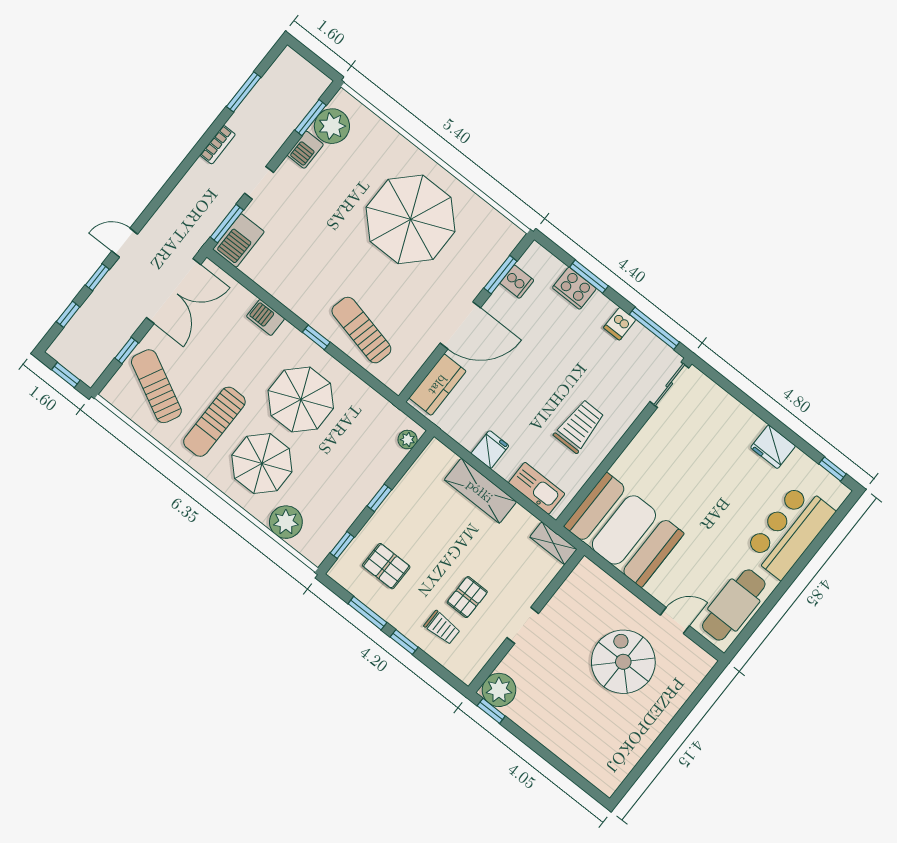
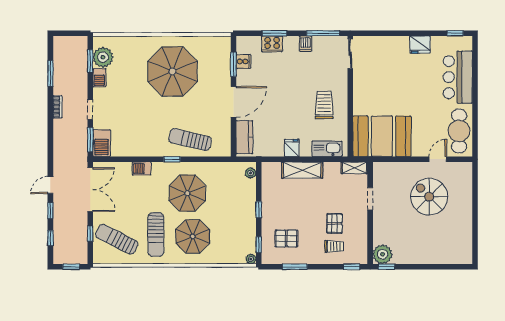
plant: (286, 522) -> (251, 259), moved, width x0.53, depth x0.53
doorway: (523, 625) -> (370, 199), moved
window: (404, 642) -> (352, 267), moved

